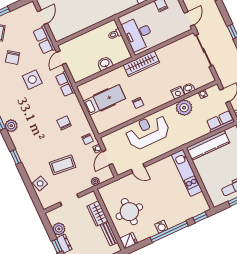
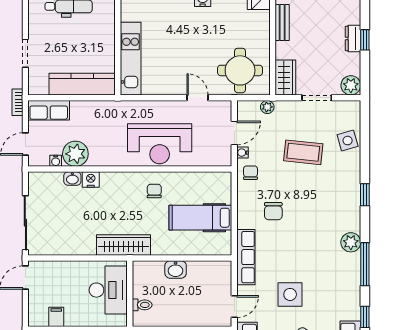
row of seats: (65, 84) -> (246, 257), width x1.48
plant: (184, 108) -> (75, 154), moved
round table: (129, 212) -> (240, 70), moved
wardrobe: (97, 214) -> (285, 78), moved
plant: (59, 229) -> (351, 85), moved

